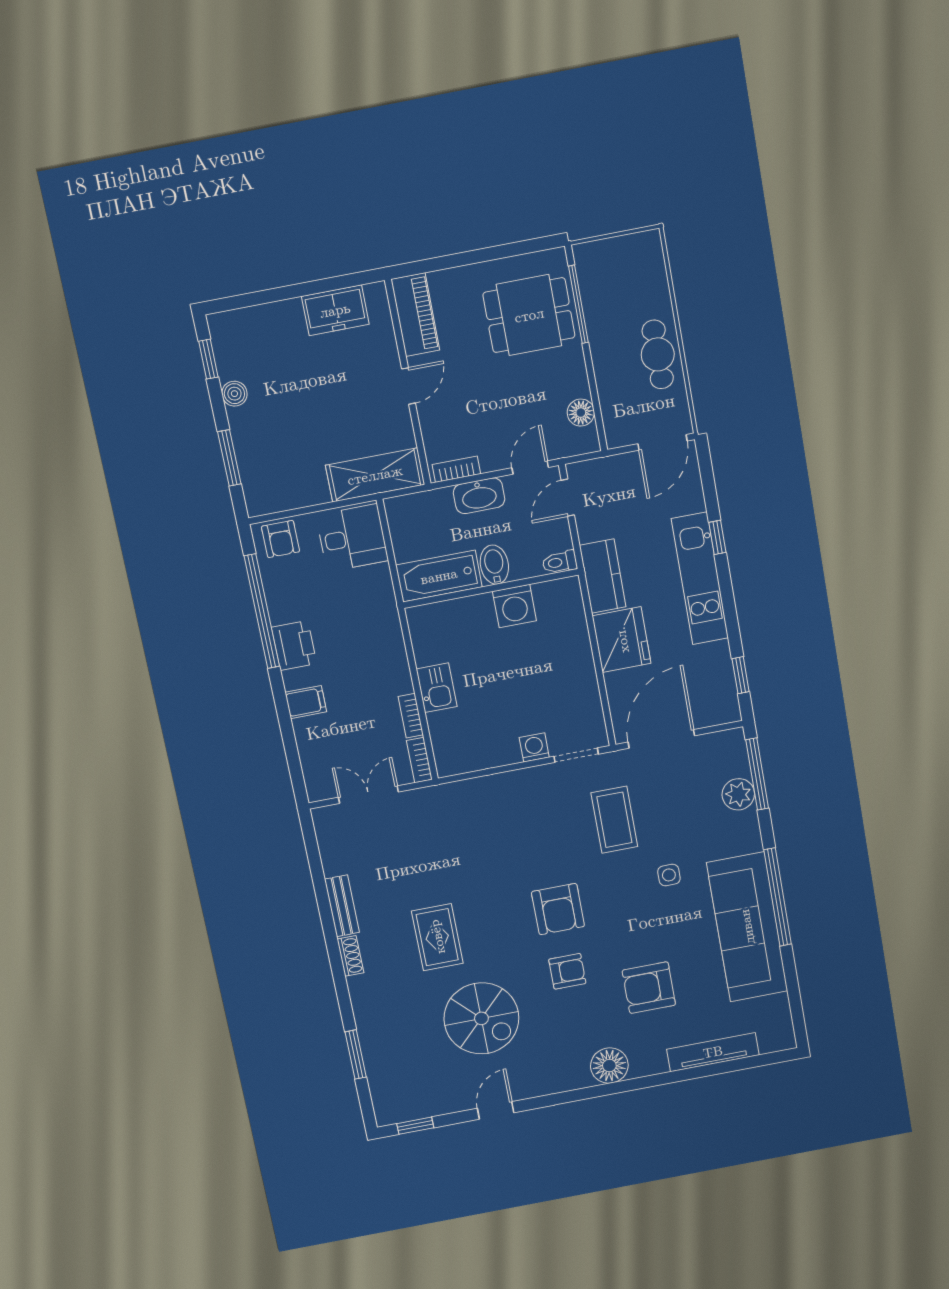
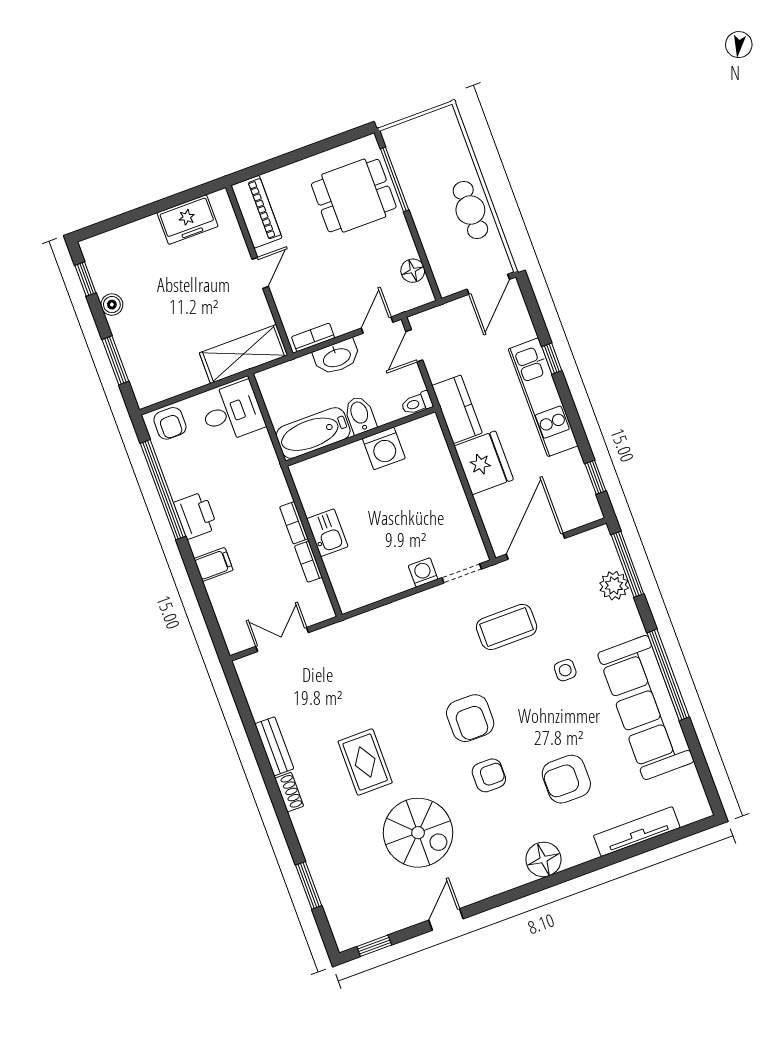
bookcase: (419, 760) -> (294, 523), moved
coffee table: (614, 820) -> (507, 627), turned 90

